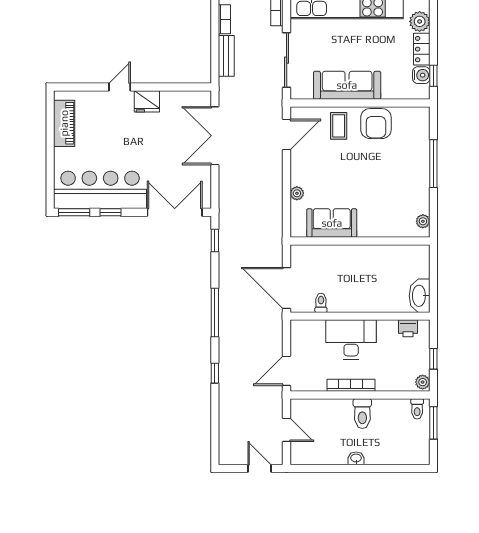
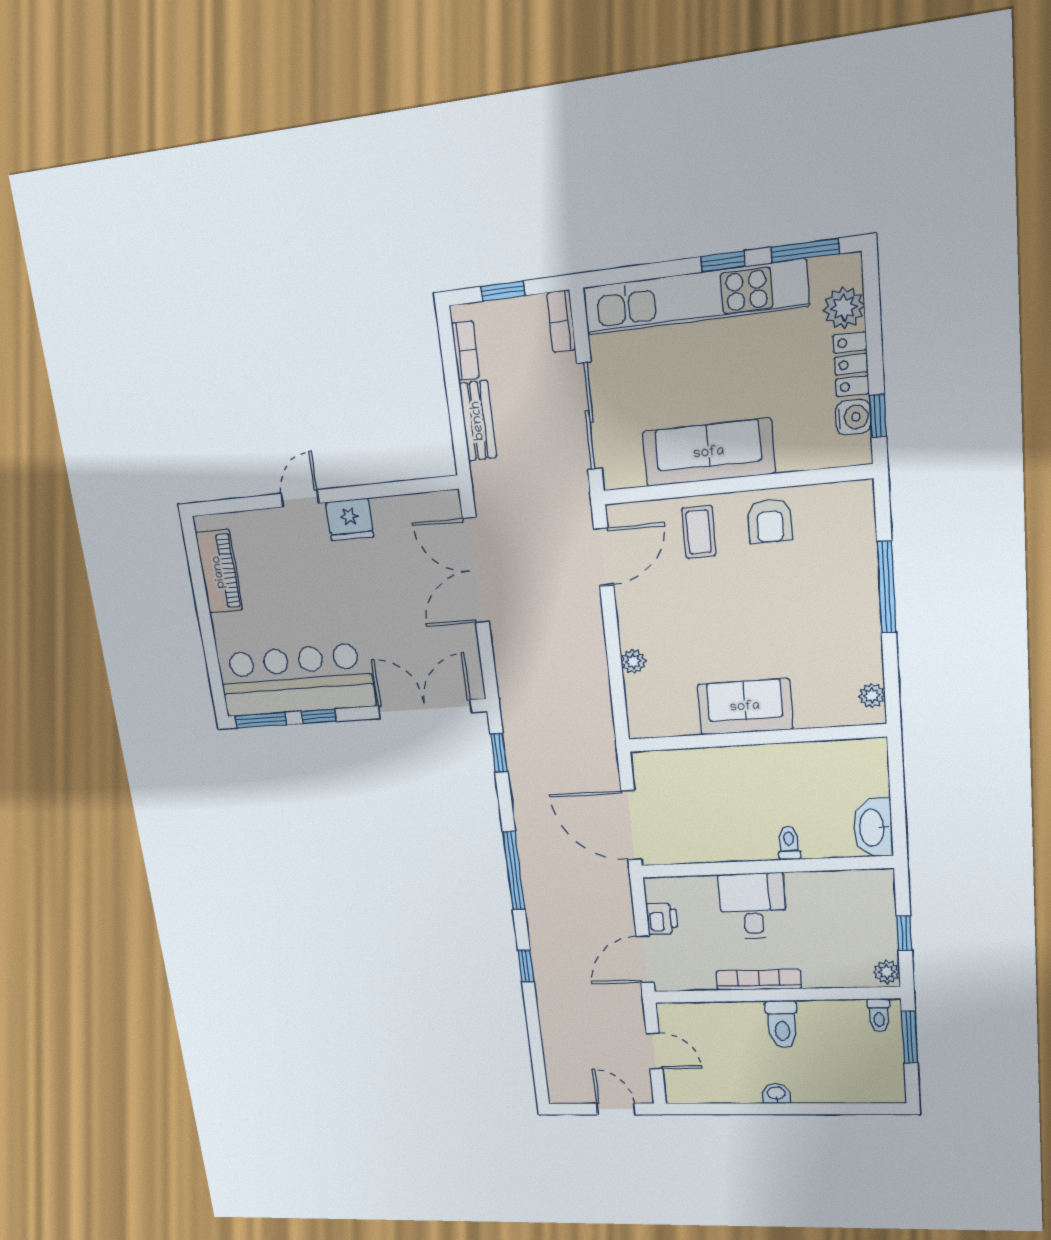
armchair: (376, 124) -> (770, 521), width x0.72, depth x0.72
sofa: (332, 223) -> (745, 707), moved
toilet: (321, 303) -> (789, 843), moved
printer: (408, 328) -> (662, 919), moved, turned -90
desk: (351, 339) -> (753, 906), width x0.73

